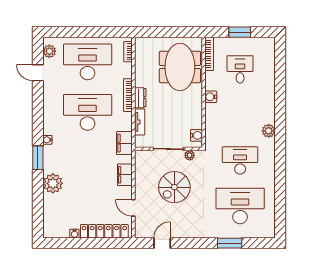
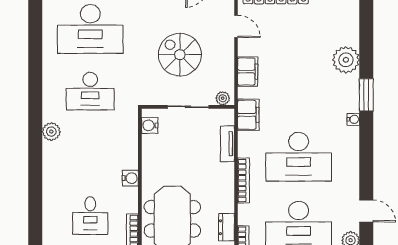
dresser: (140, 98) -> (227, 227), moved
plant: (190, 155) -> (223, 98), moved
spiral stairs: (174, 187) -> (180, 55), turned -90

